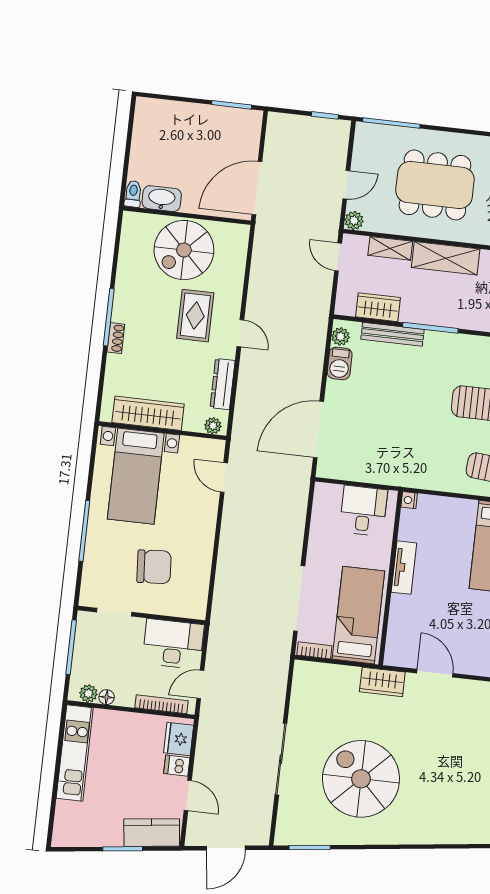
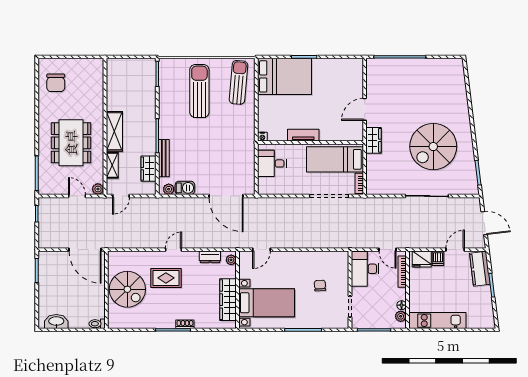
washbasin: (162, 199) -> (56, 321), moved, turned 90
dresser: (223, 384) -> (210, 257), width x0.70
chair: (154, 567) -> (320, 286), width x0.54, depth x0.54

